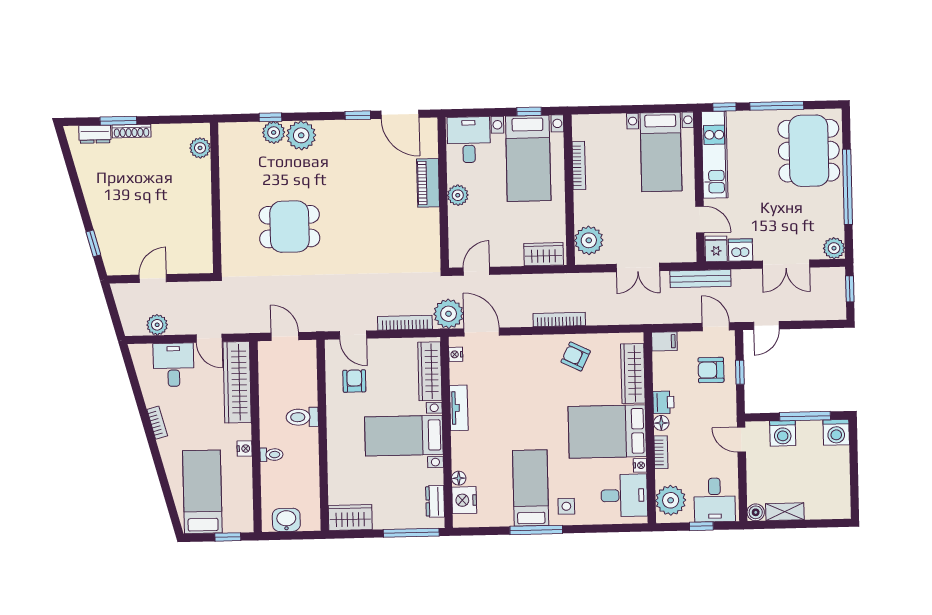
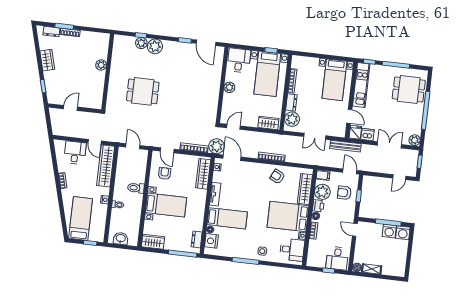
plant: (200, 148) -> (101, 65), moved
dining table: (809, 151) -> (409, 89), width x0.73
piano: (428, 183) -> (215, 79), removed
wardrobe: (94, 191) -> (47, 60), added
dresser: (583, 208) -> (291, 102), added
double door: (786, 264) -> (389, 145), swing flipped
plant: (157, 325) -> (69, 131), removed
door: (766, 326) -> (399, 177), moved
washing machine: (783, 433) -> (389, 231), moved
bed with nightstands: (404, 436) -> (166, 205), moved, turned 180
bed: (531, 488) -> (227, 218), moved, turned 90
plant: (671, 500) -> (322, 192), moved

